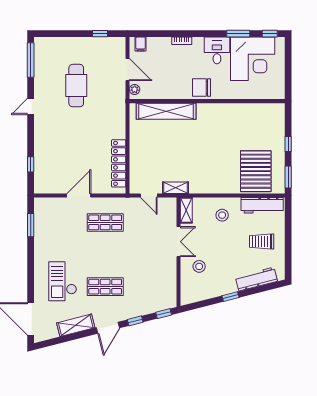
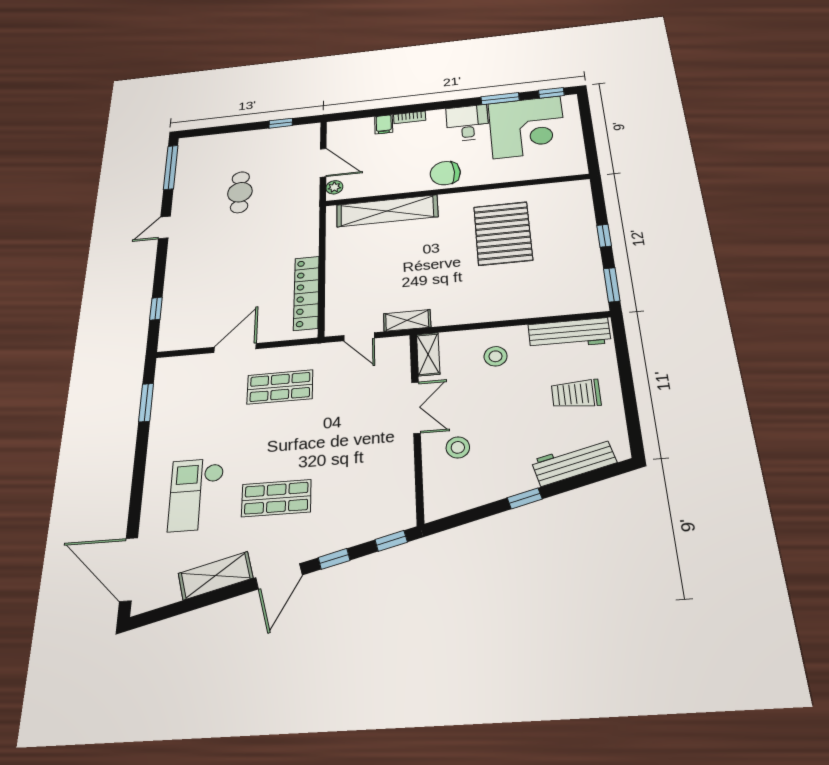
filing cabinet: (141, 44) -> (384, 124), moved
cafe table: (76, 86) -> (240, 192), width x0.73, depth x0.74
pallet: (256, 171) -> (503, 233), moved

